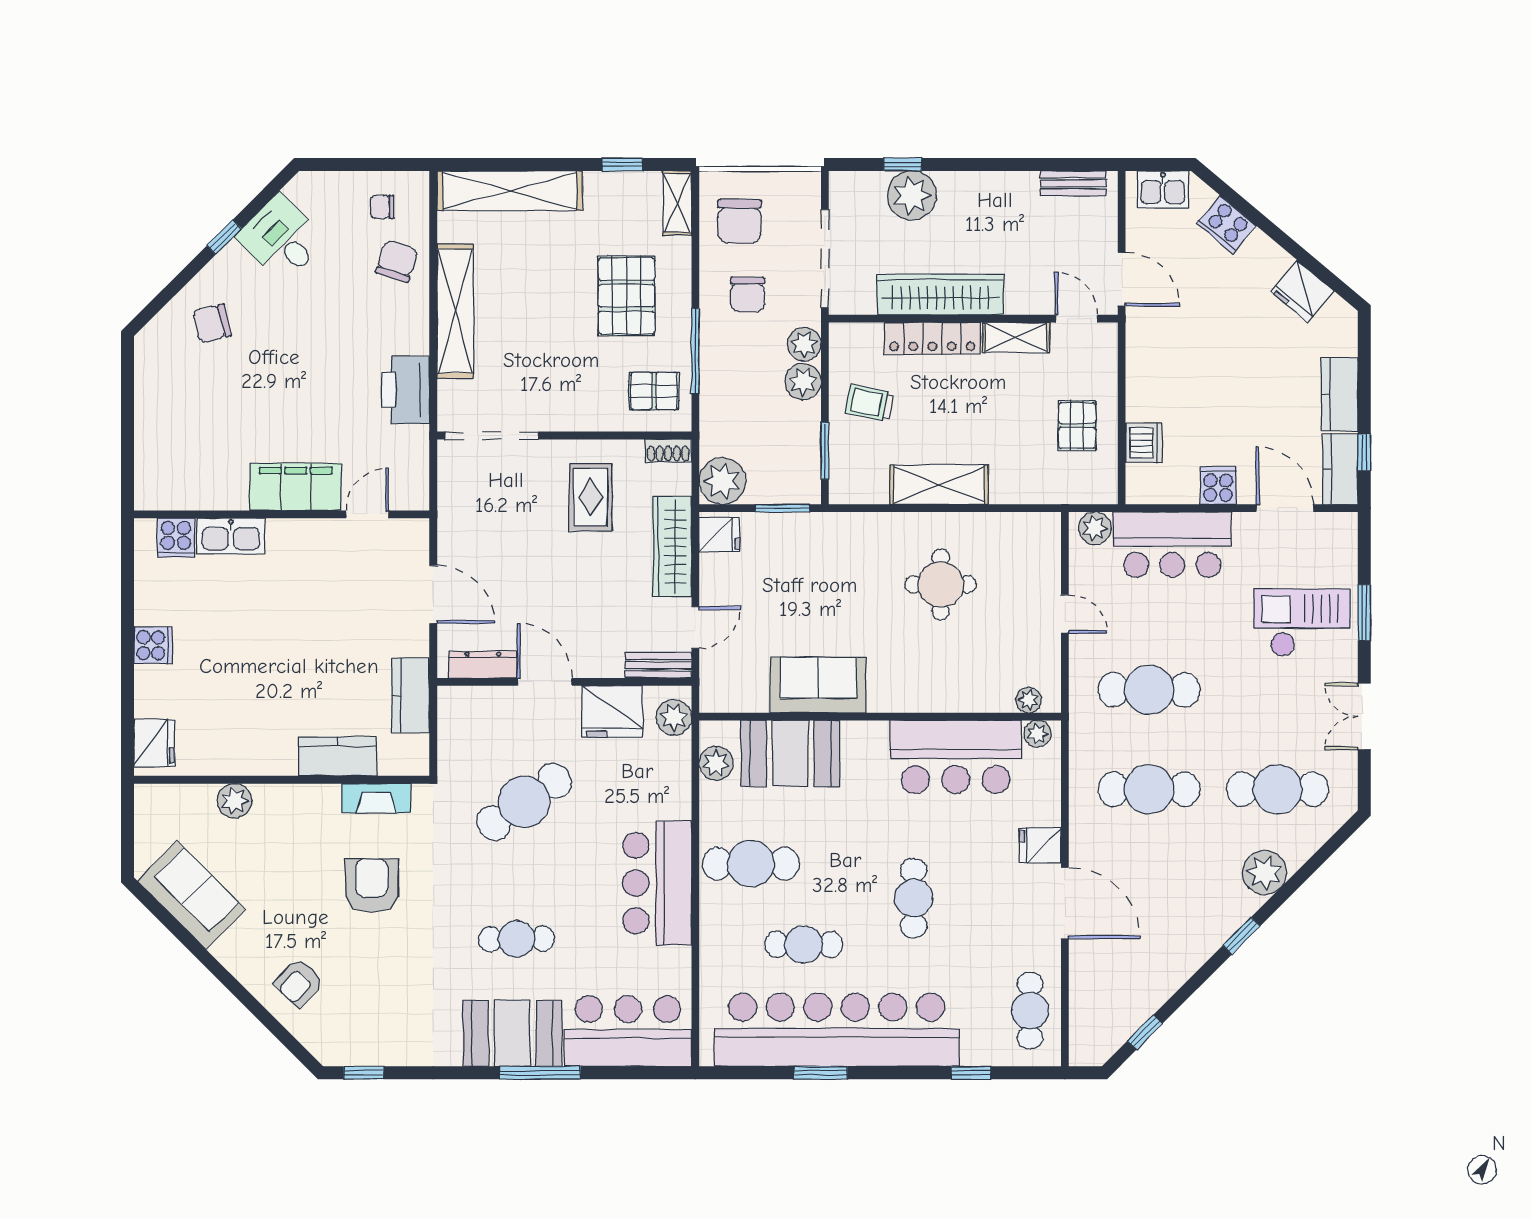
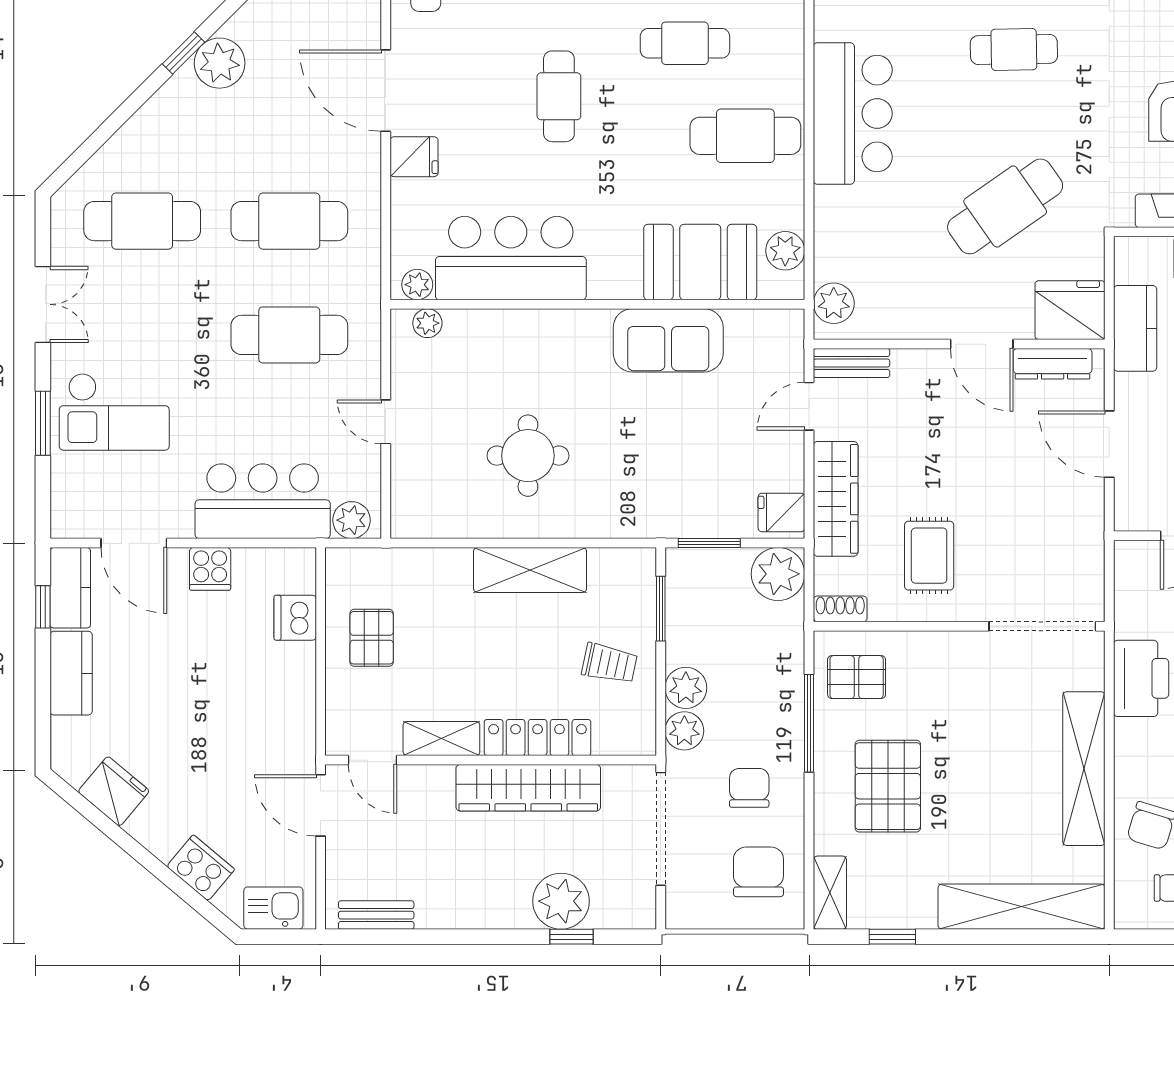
fridge: (612, 711) -> (1070, 310), moved
plant: (1264, 873) -> (220, 63), moved

